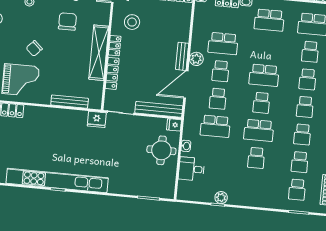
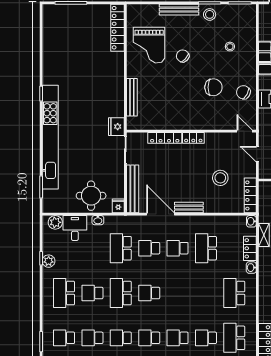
stool: (132, 22) -> (220, 178), moved
shelving: (99, 53) -> (185, 122), removed
plant: (196, 59) -> (55, 222), moved
school desk: (264, 75) -> (64, 293), moved
kitchen unit: (57, 181) -> (50, 137), moved

